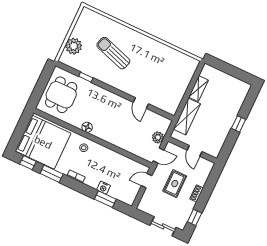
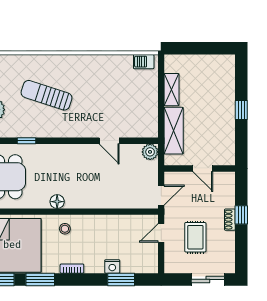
barbecue: (189, 61) -> (144, 62), added
plant: (158, 137) -> (150, 152), moved
rug: (175, 184) -> (195, 237), moved
window: (195, 217) -> (241, 215), moved

